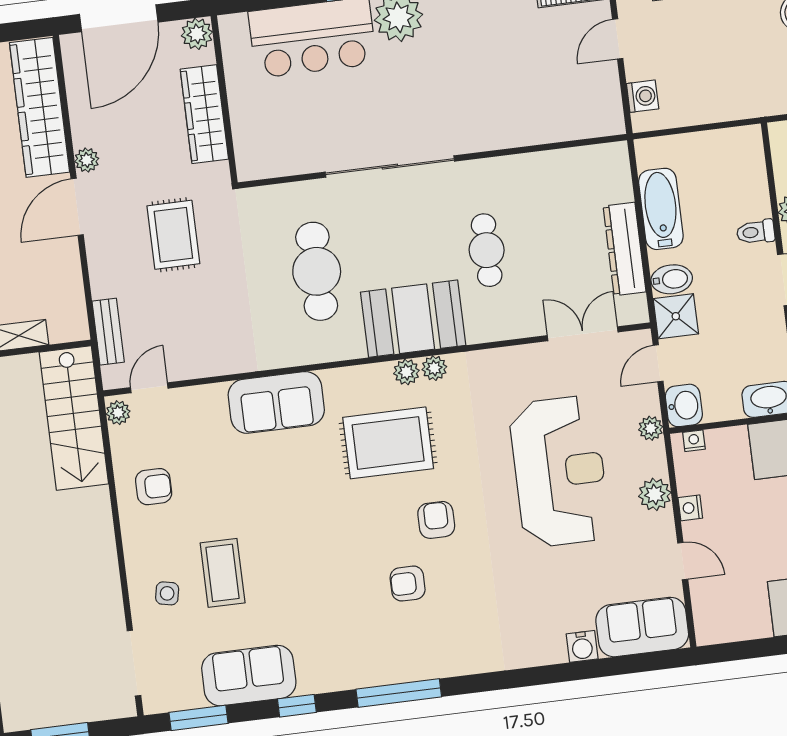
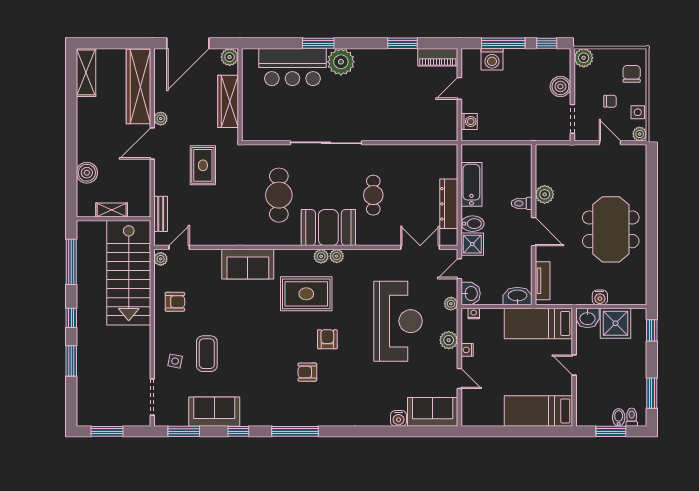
stairs: (74, 418) -> (129, 273), width x1.36, depth x1.51

